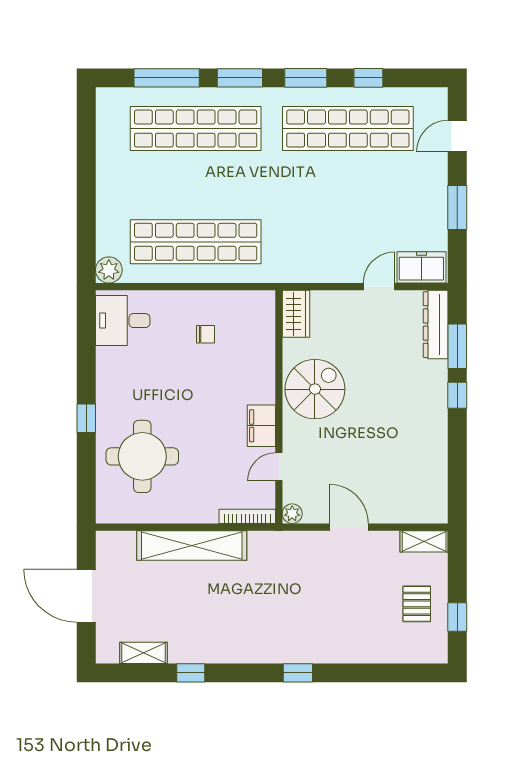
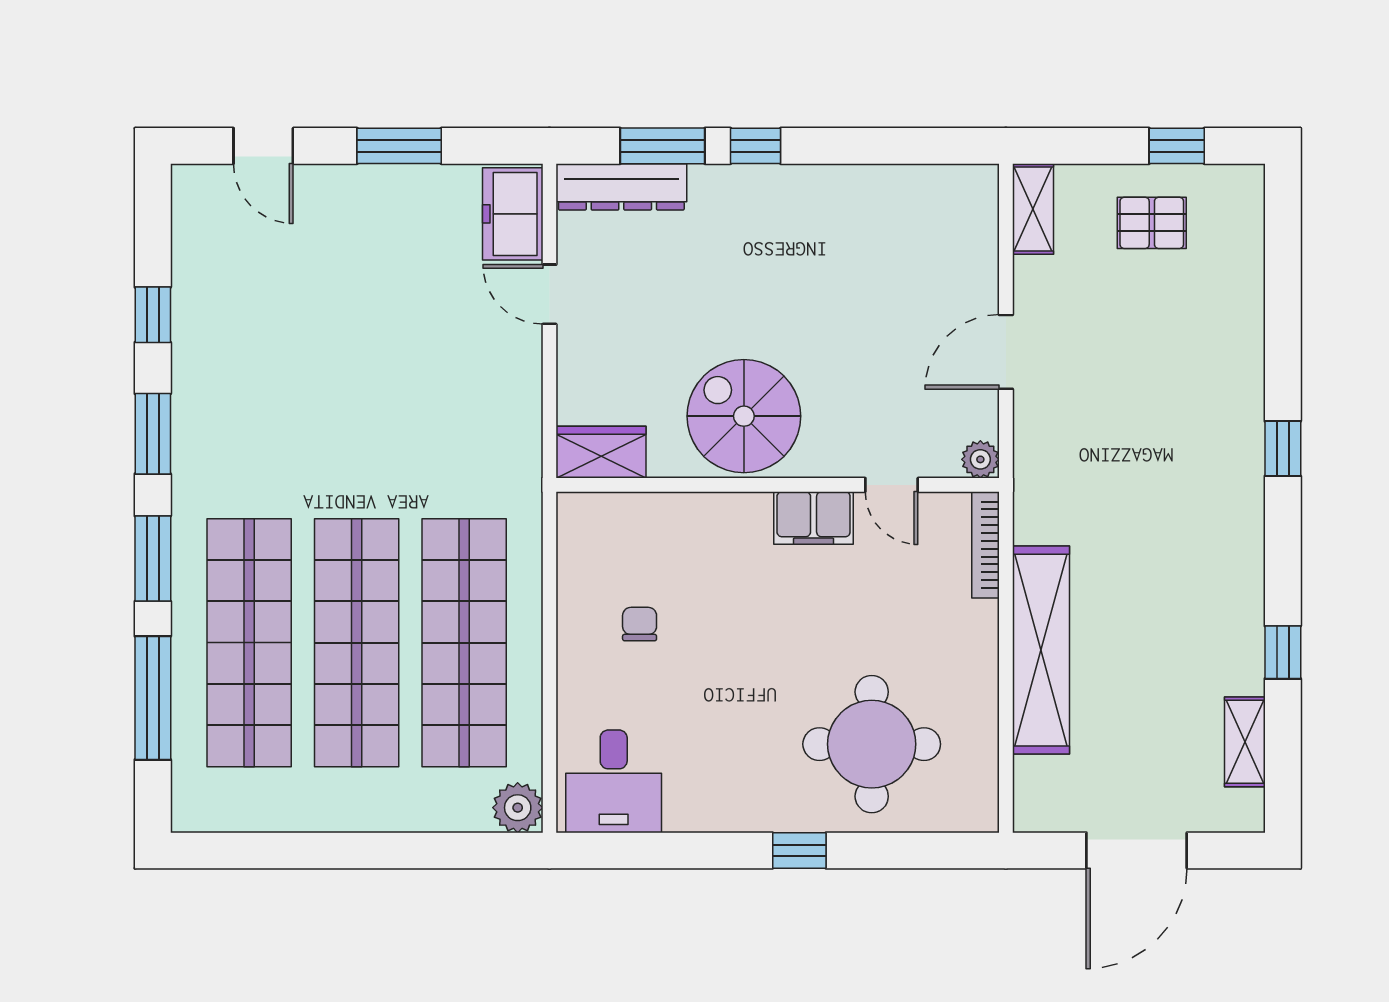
shop shelf: (348, 129) -> (357, 643), moved

